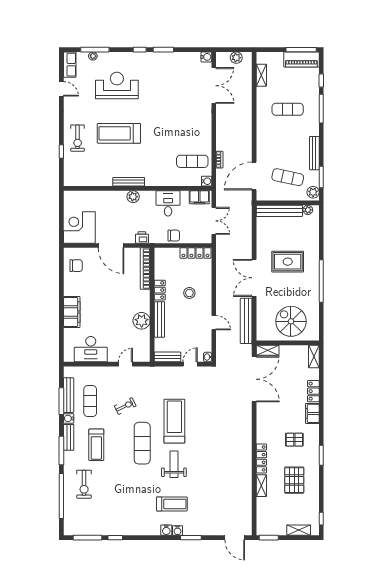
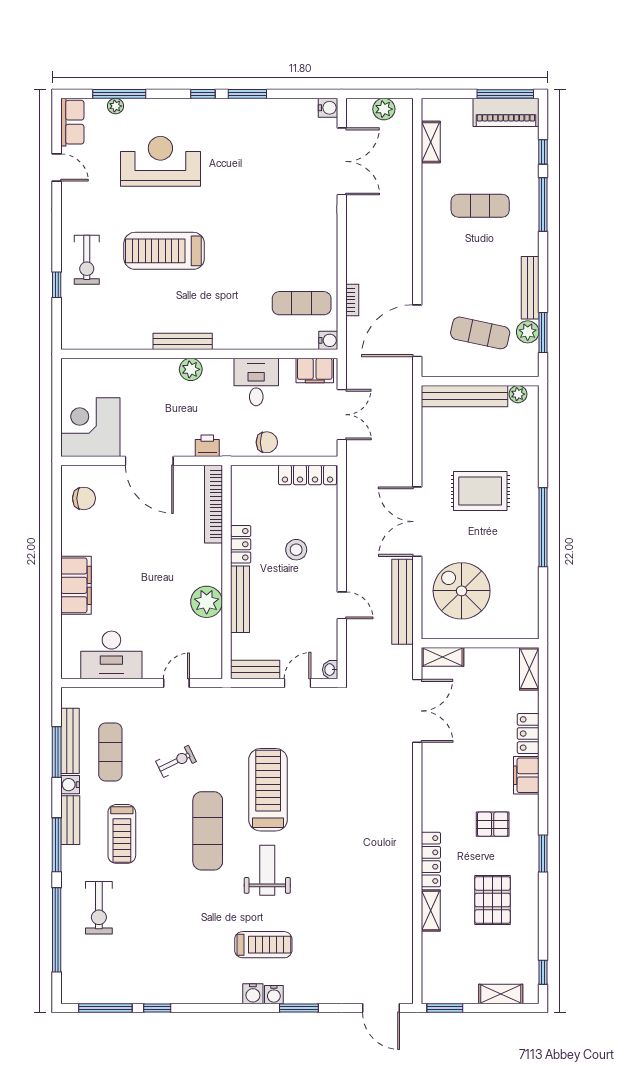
plant: (313, 192) -> (528, 332), moved
spiral stairs: (291, 321) -> (462, 591), moved
double door: (254, 379) -> (417, 711), width x0.73

